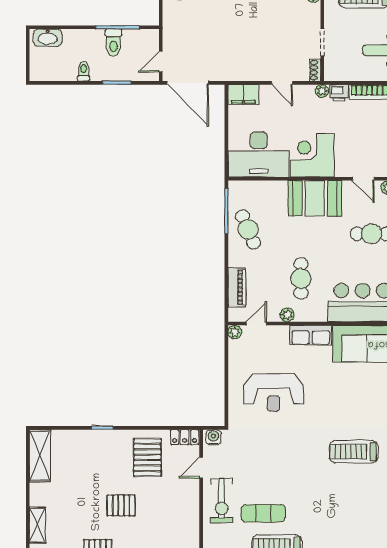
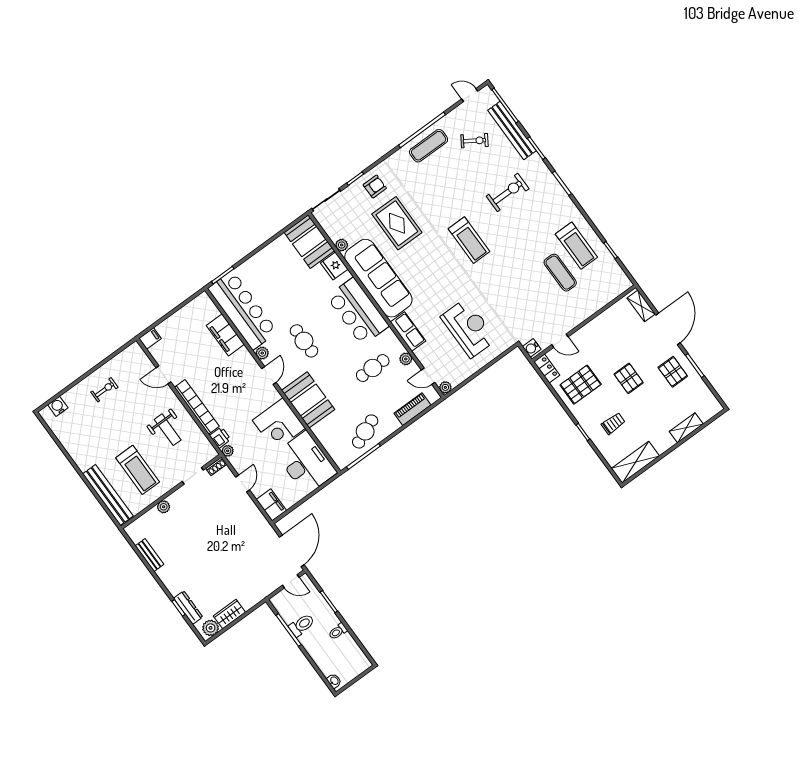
washbasin: (48, 38) -> (334, 681), width x0.52, depth x0.69
trolley: (90, 461) -> (613, 423), added
exercise bike: (222, 500) -> (508, 192), moved

